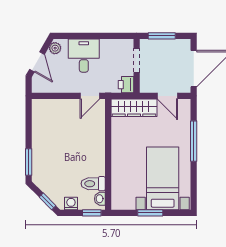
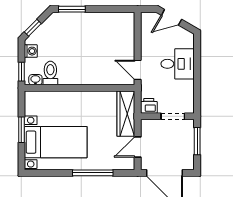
plant: (55, 48) -> (185, 35), removed

